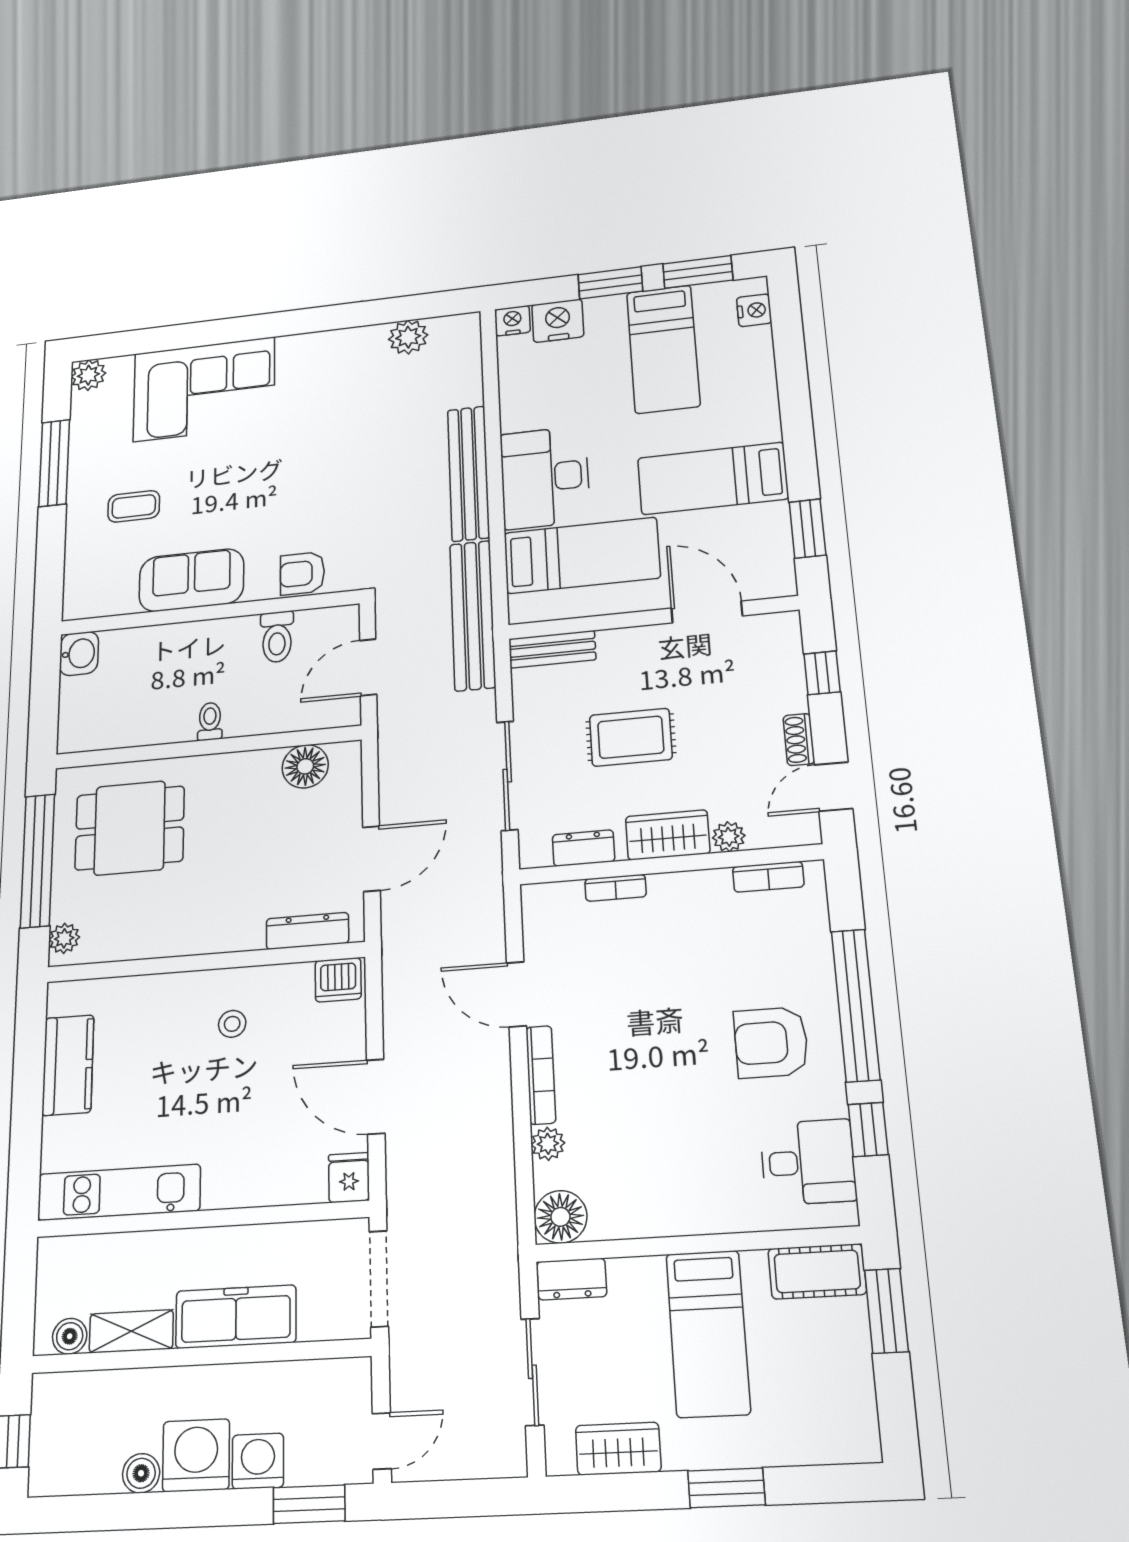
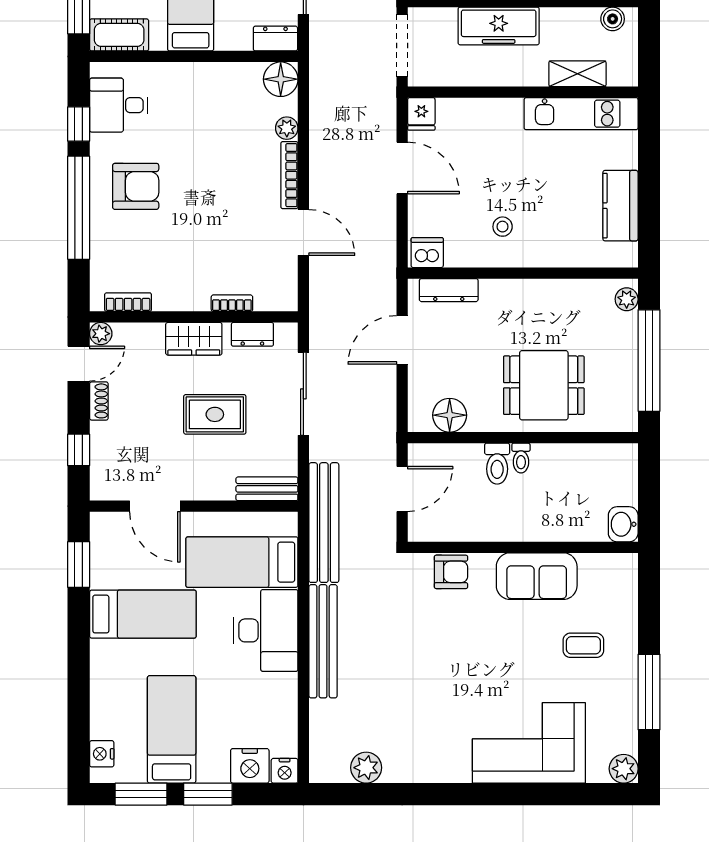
toilet: (277, 637) -> (497, 464), moved, turned 180
dining table: (130, 828) -> (544, 385), moved
plant: (729, 837) -> (101, 334), moved
shelving: (131, 1331) -> (577, 74), moved

